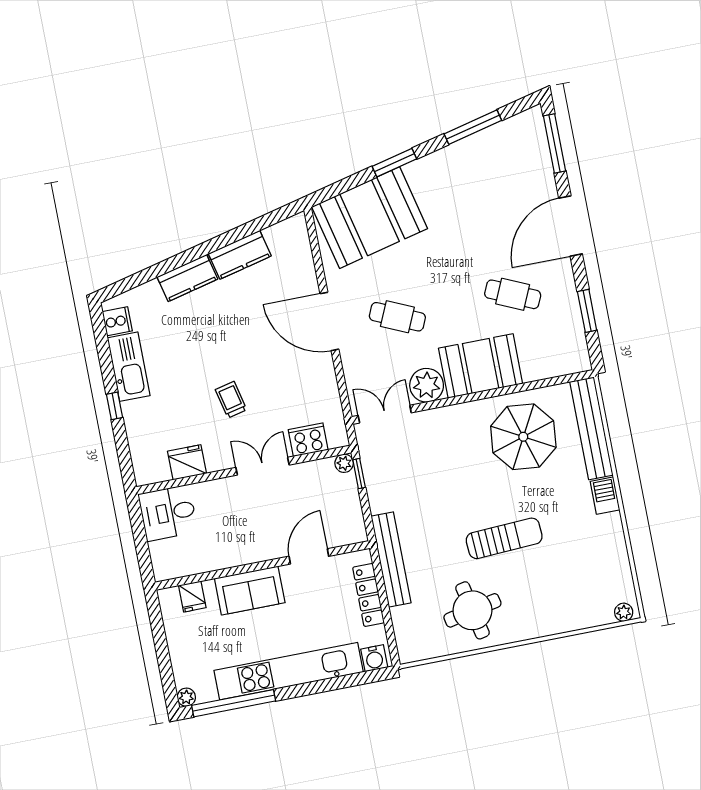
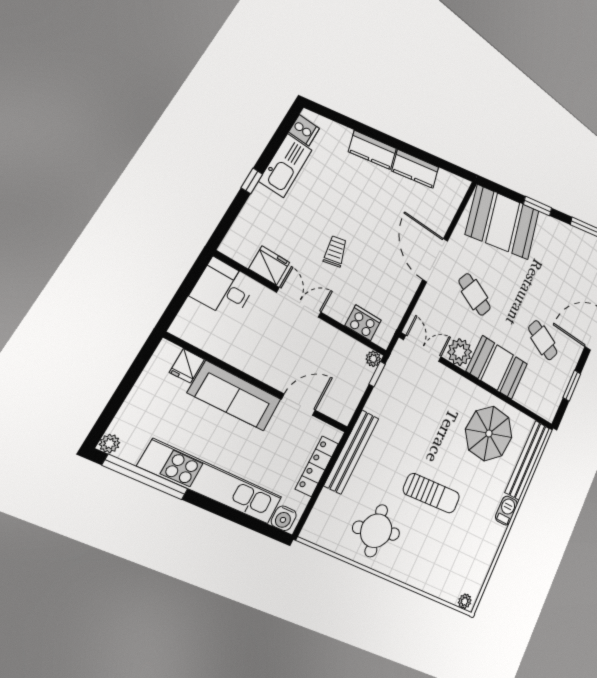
double door: (263, 466) -> (299, 302), moved
sofa: (250, 590) -> (235, 396), width x1.36

